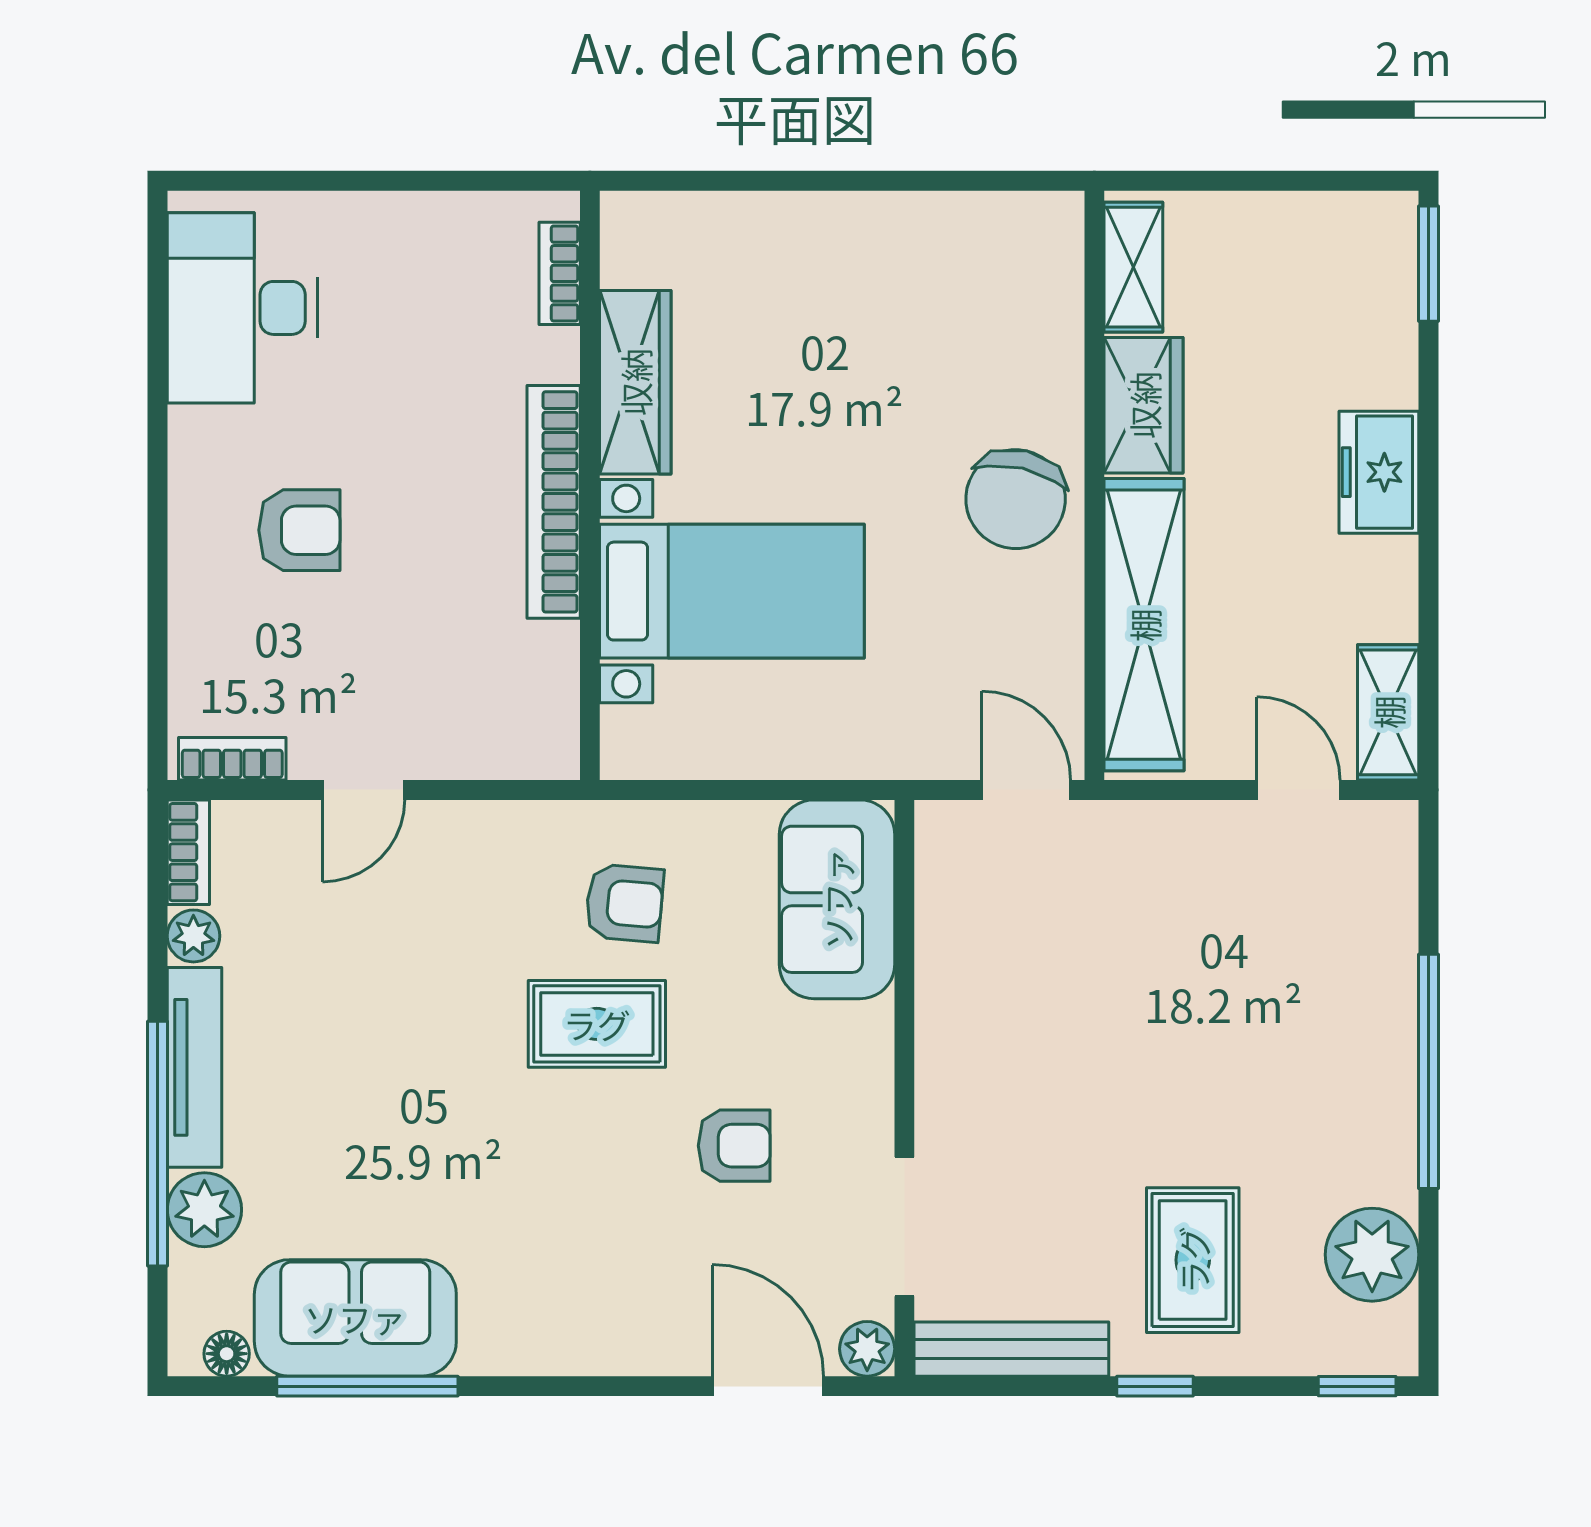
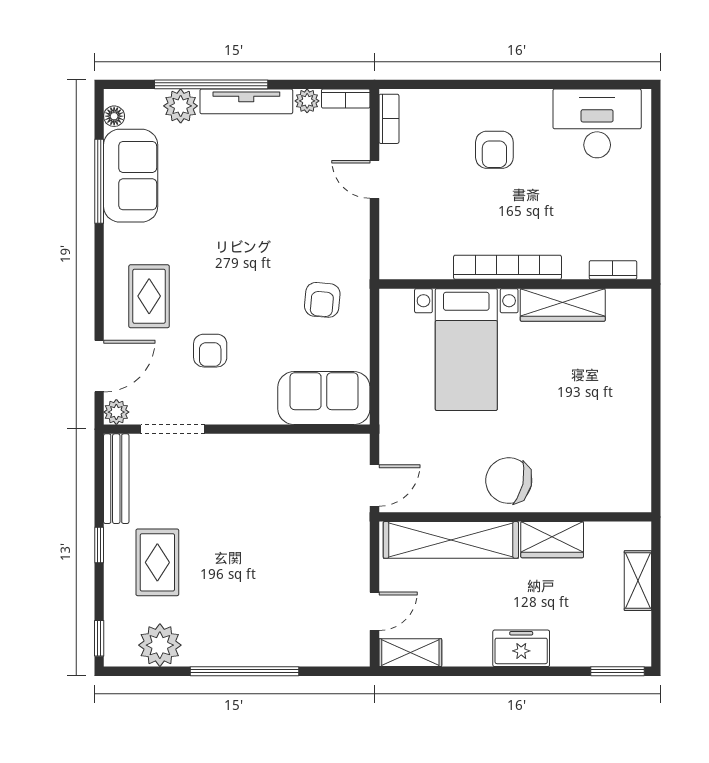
shelving: (1133, 267) -> (638, 581), moved, turned 90
rug: (597, 1024) -> (149, 296), moved
rug: (1193, 1260) -> (157, 562), turned 90

